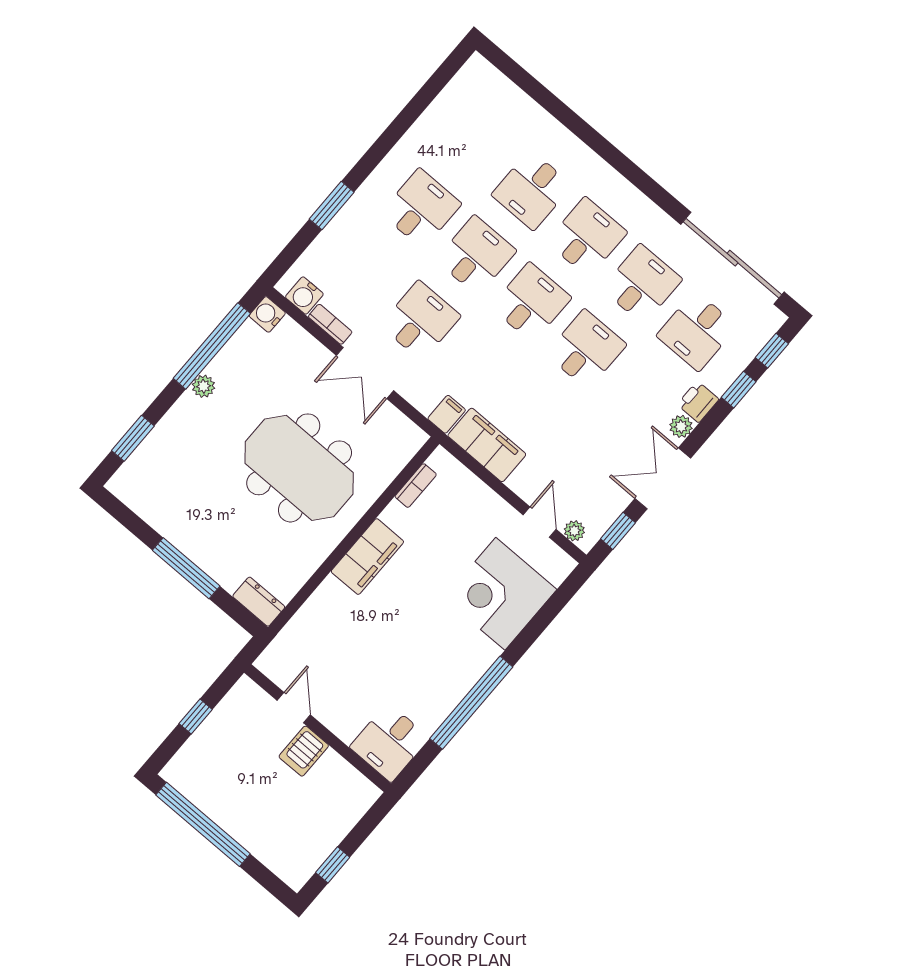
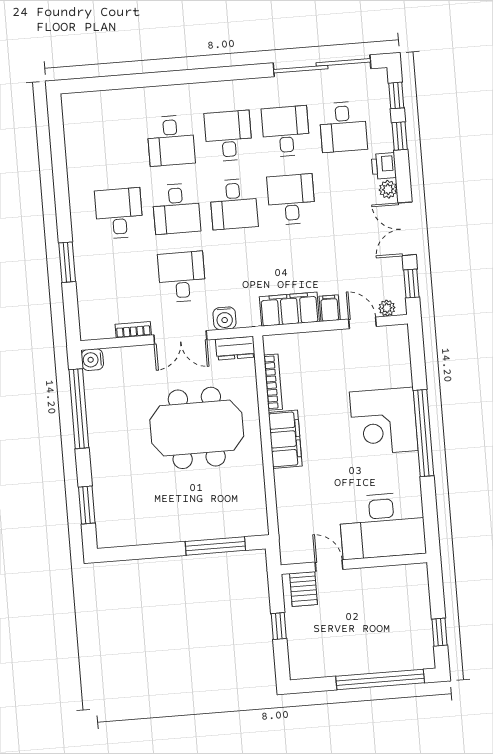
desk: (476, 255) -> (176, 209), turned 180
water cooler: (304, 295) -> (225, 318), moved
desk: (531, 302) -> (234, 204), turned 180
plant: (203, 386) -> (97, 436), removed
filing cabinet: (447, 414) -> (330, 308), moved
bookcase: (416, 486) -> (273, 382), width x1.56
window: (186, 568) -> (215, 546), moved
corner desk: (500, 594) -> (384, 421), moved
dresser: (259, 602) -> (235, 348), moved, turned 180
window: (471, 703) -> (423, 433), moved
desk: (389, 742) -> (382, 526), width x1.87, depth x1.30
server rack: (304, 751) -> (303, 589), moved
window: (203, 824) -> (380, 680), moved

